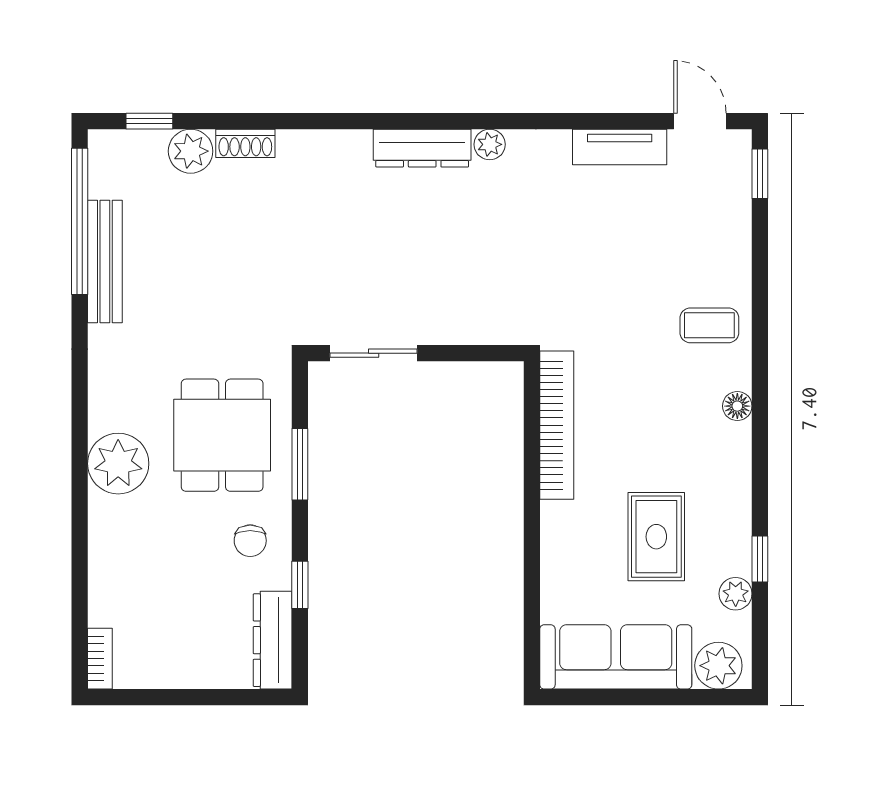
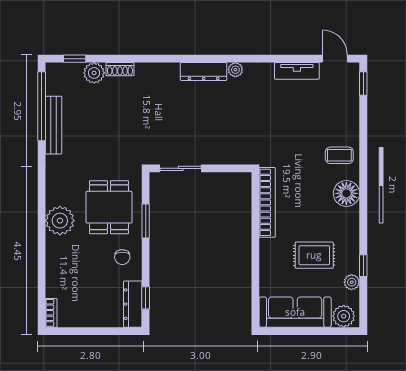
floor lamp: (737, 406) -> (346, 193), width x1.89, depth x1.89
rug: (656, 537) -> (314, 255), turned 90
window: (300, 585) -> (146, 298), moved

